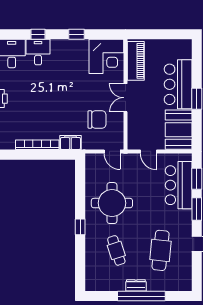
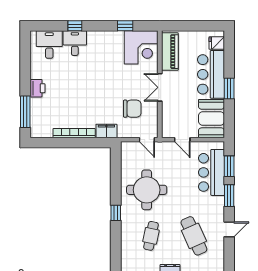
window: (76, 34) -> (125, 26), moved
fridge: (184, 52) -> (217, 43), added
cafe table: (116, 250) -> (151, 236), turned 30
cafe table: (161, 250) -> (194, 236), turned -30

